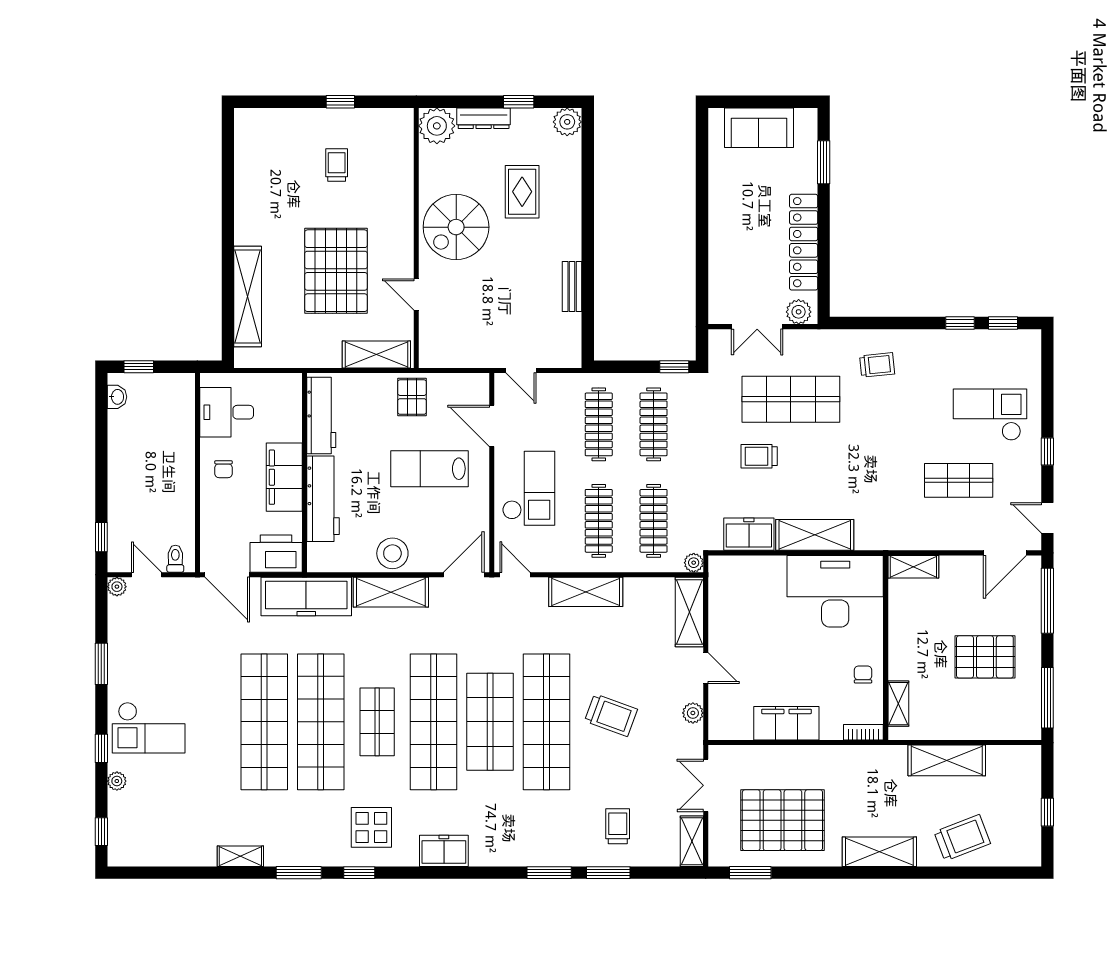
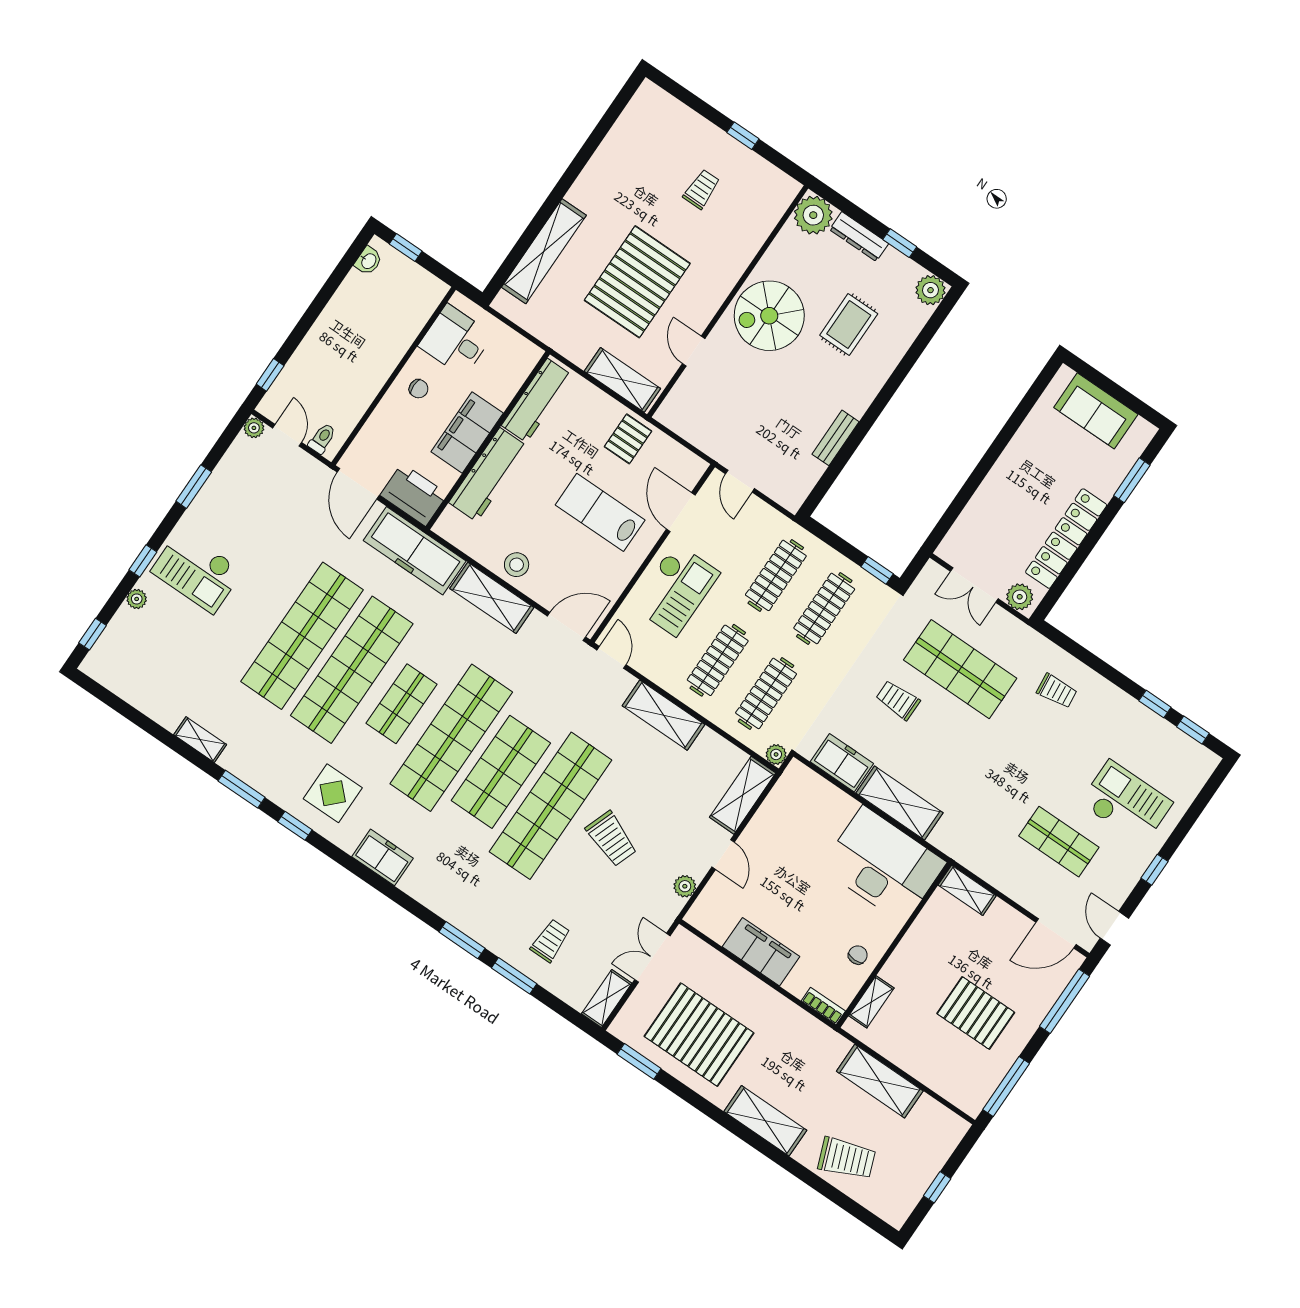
chair: (223, 469) -> (419, 389), turned -90
stool: (392, 553) -> (517, 565), width x0.73, depth x0.73

